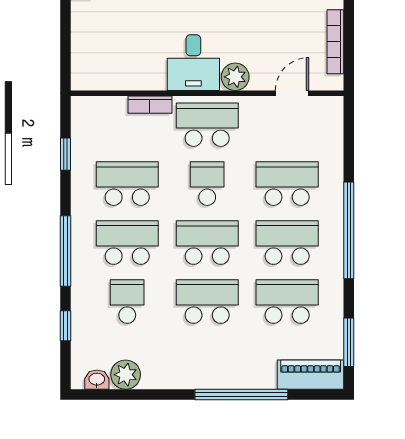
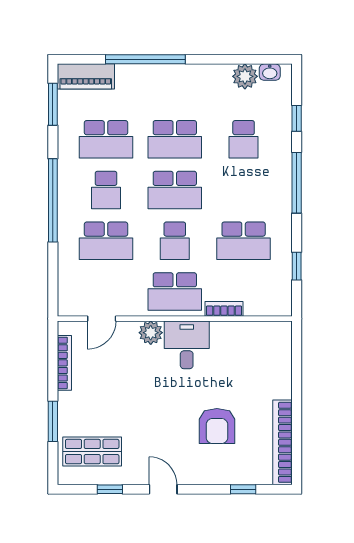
school desk: (127, 243) -> (244, 190), removed
school desk: (287, 243) -> (106, 190), width x0.54

